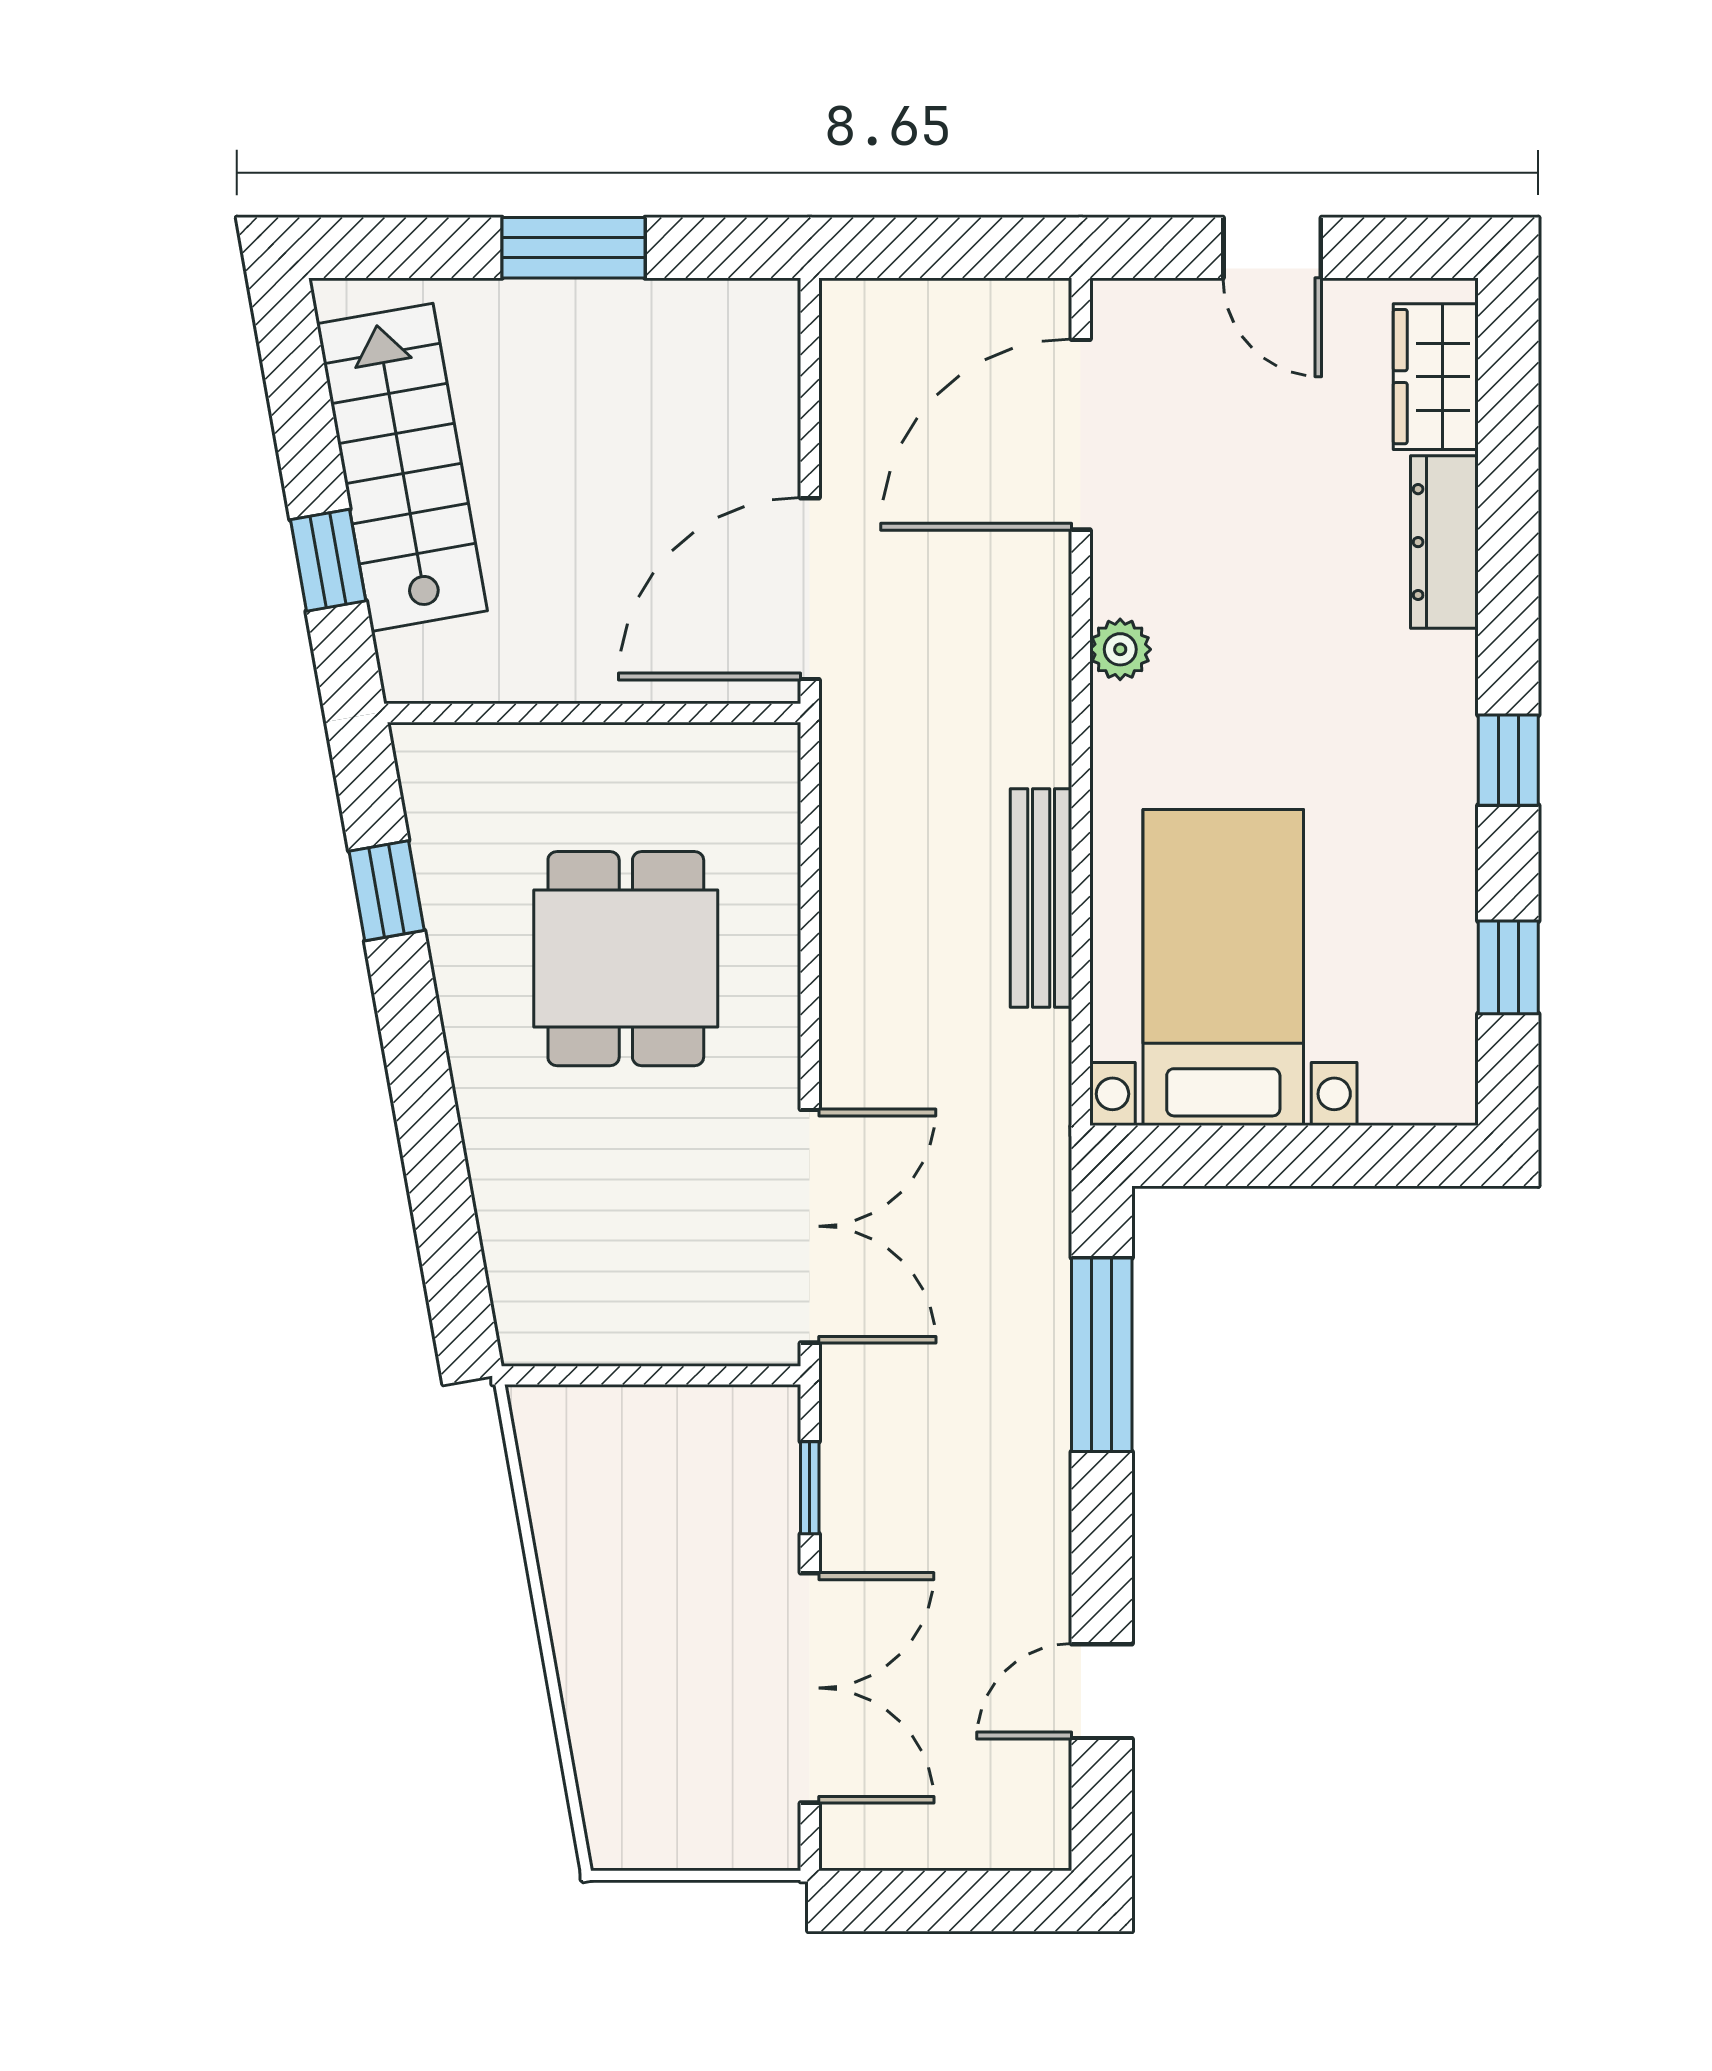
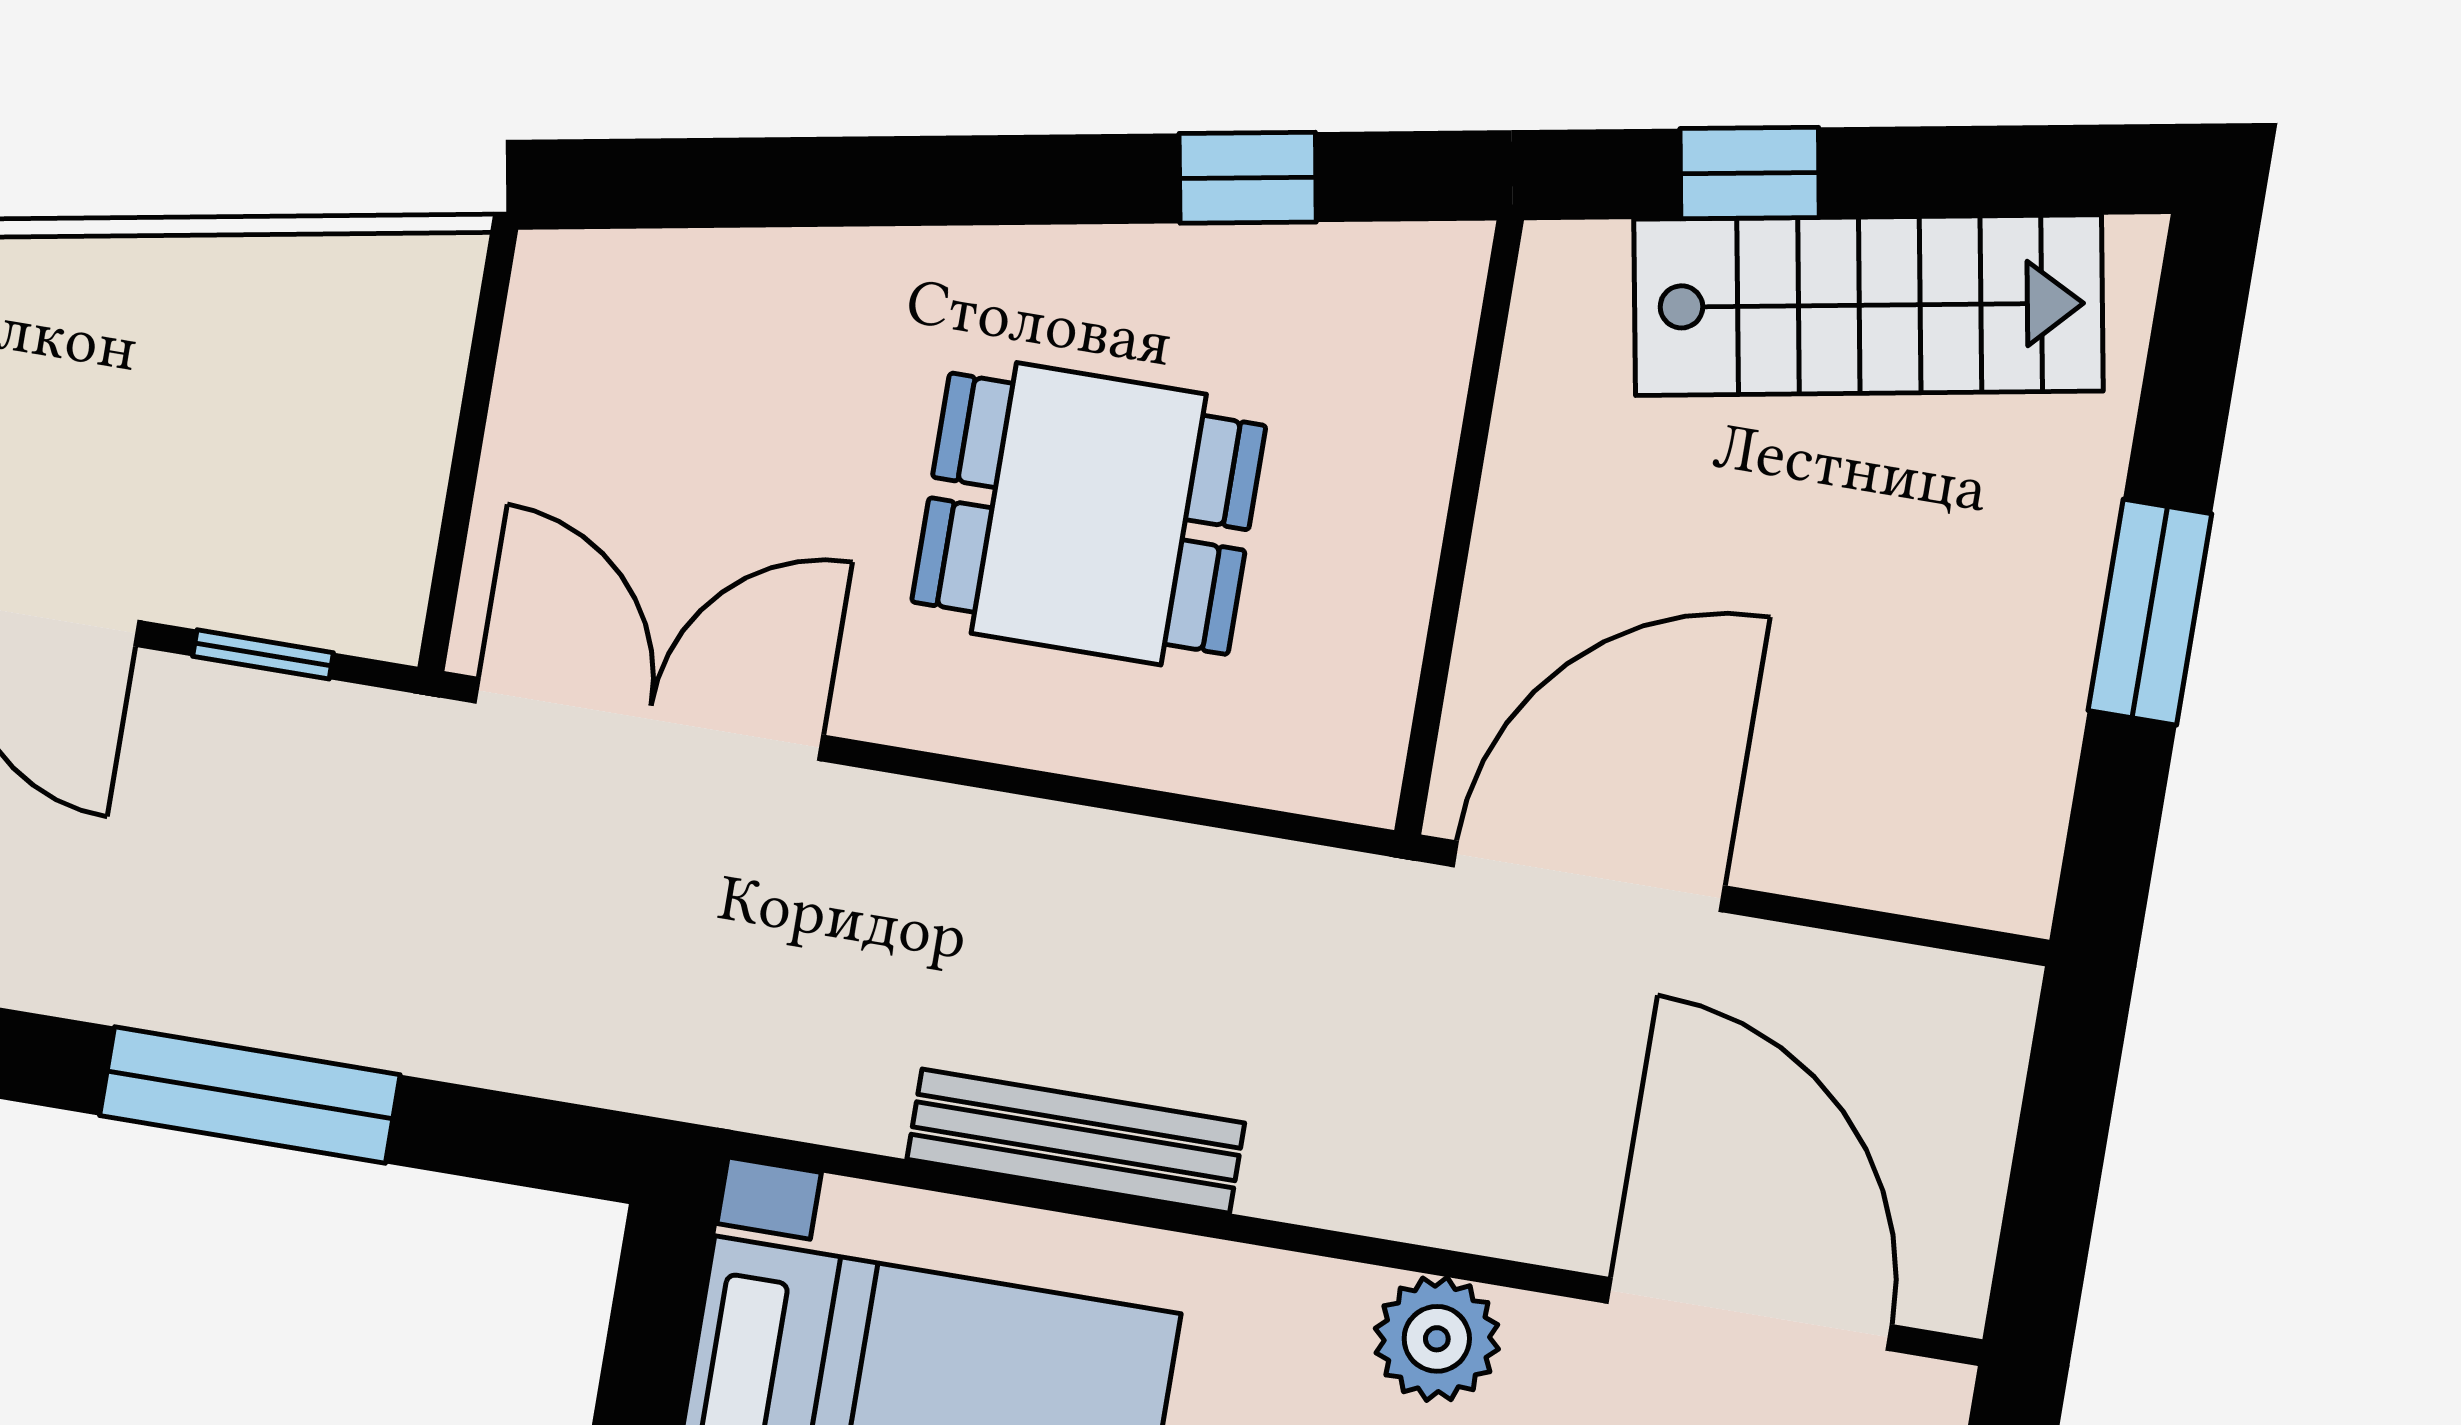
door: (810, 589) -> (1589, 876), hinge flipped
plant: (1120, 649) -> (1437, 1339), width x1.38, depth x1.38
double door: (810, 1226) -> (649, 719), swing flipped
window: (1102, 1355) -> (250, 1095), moved

